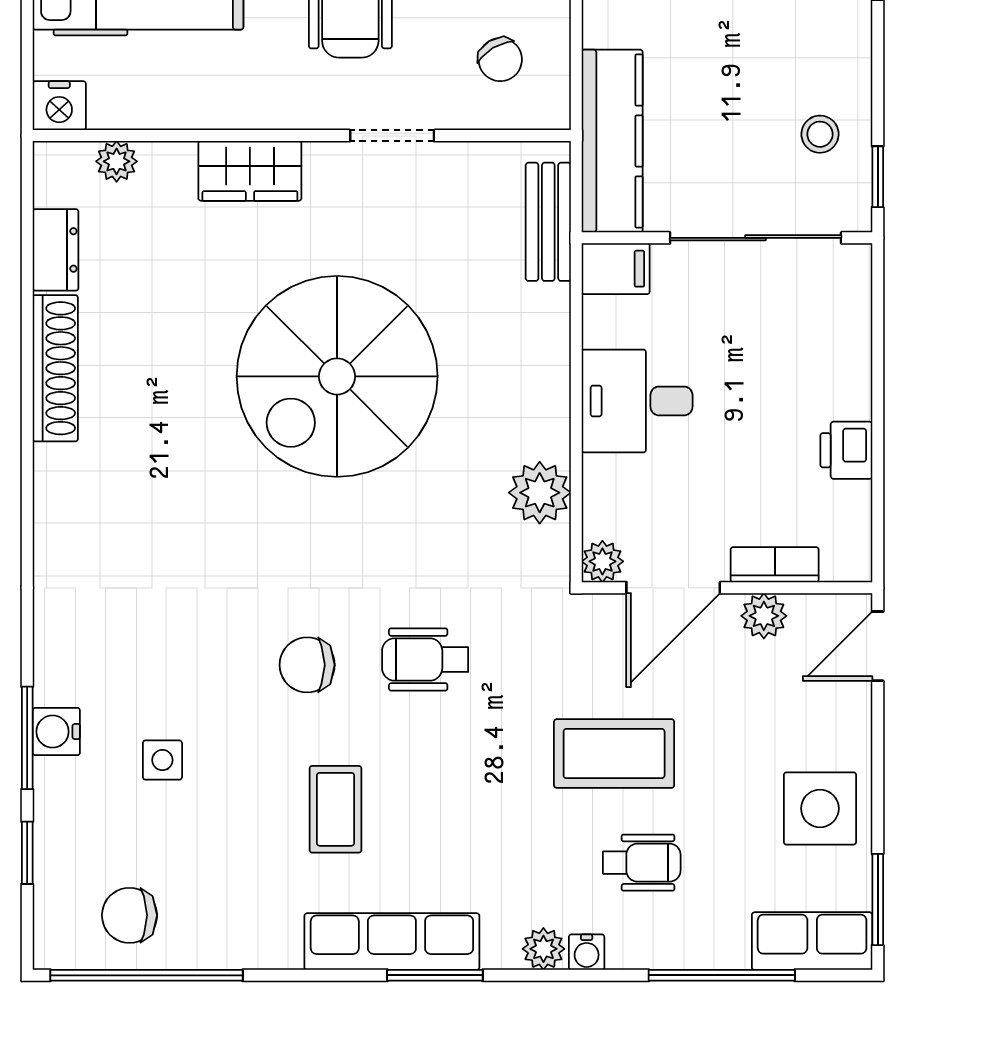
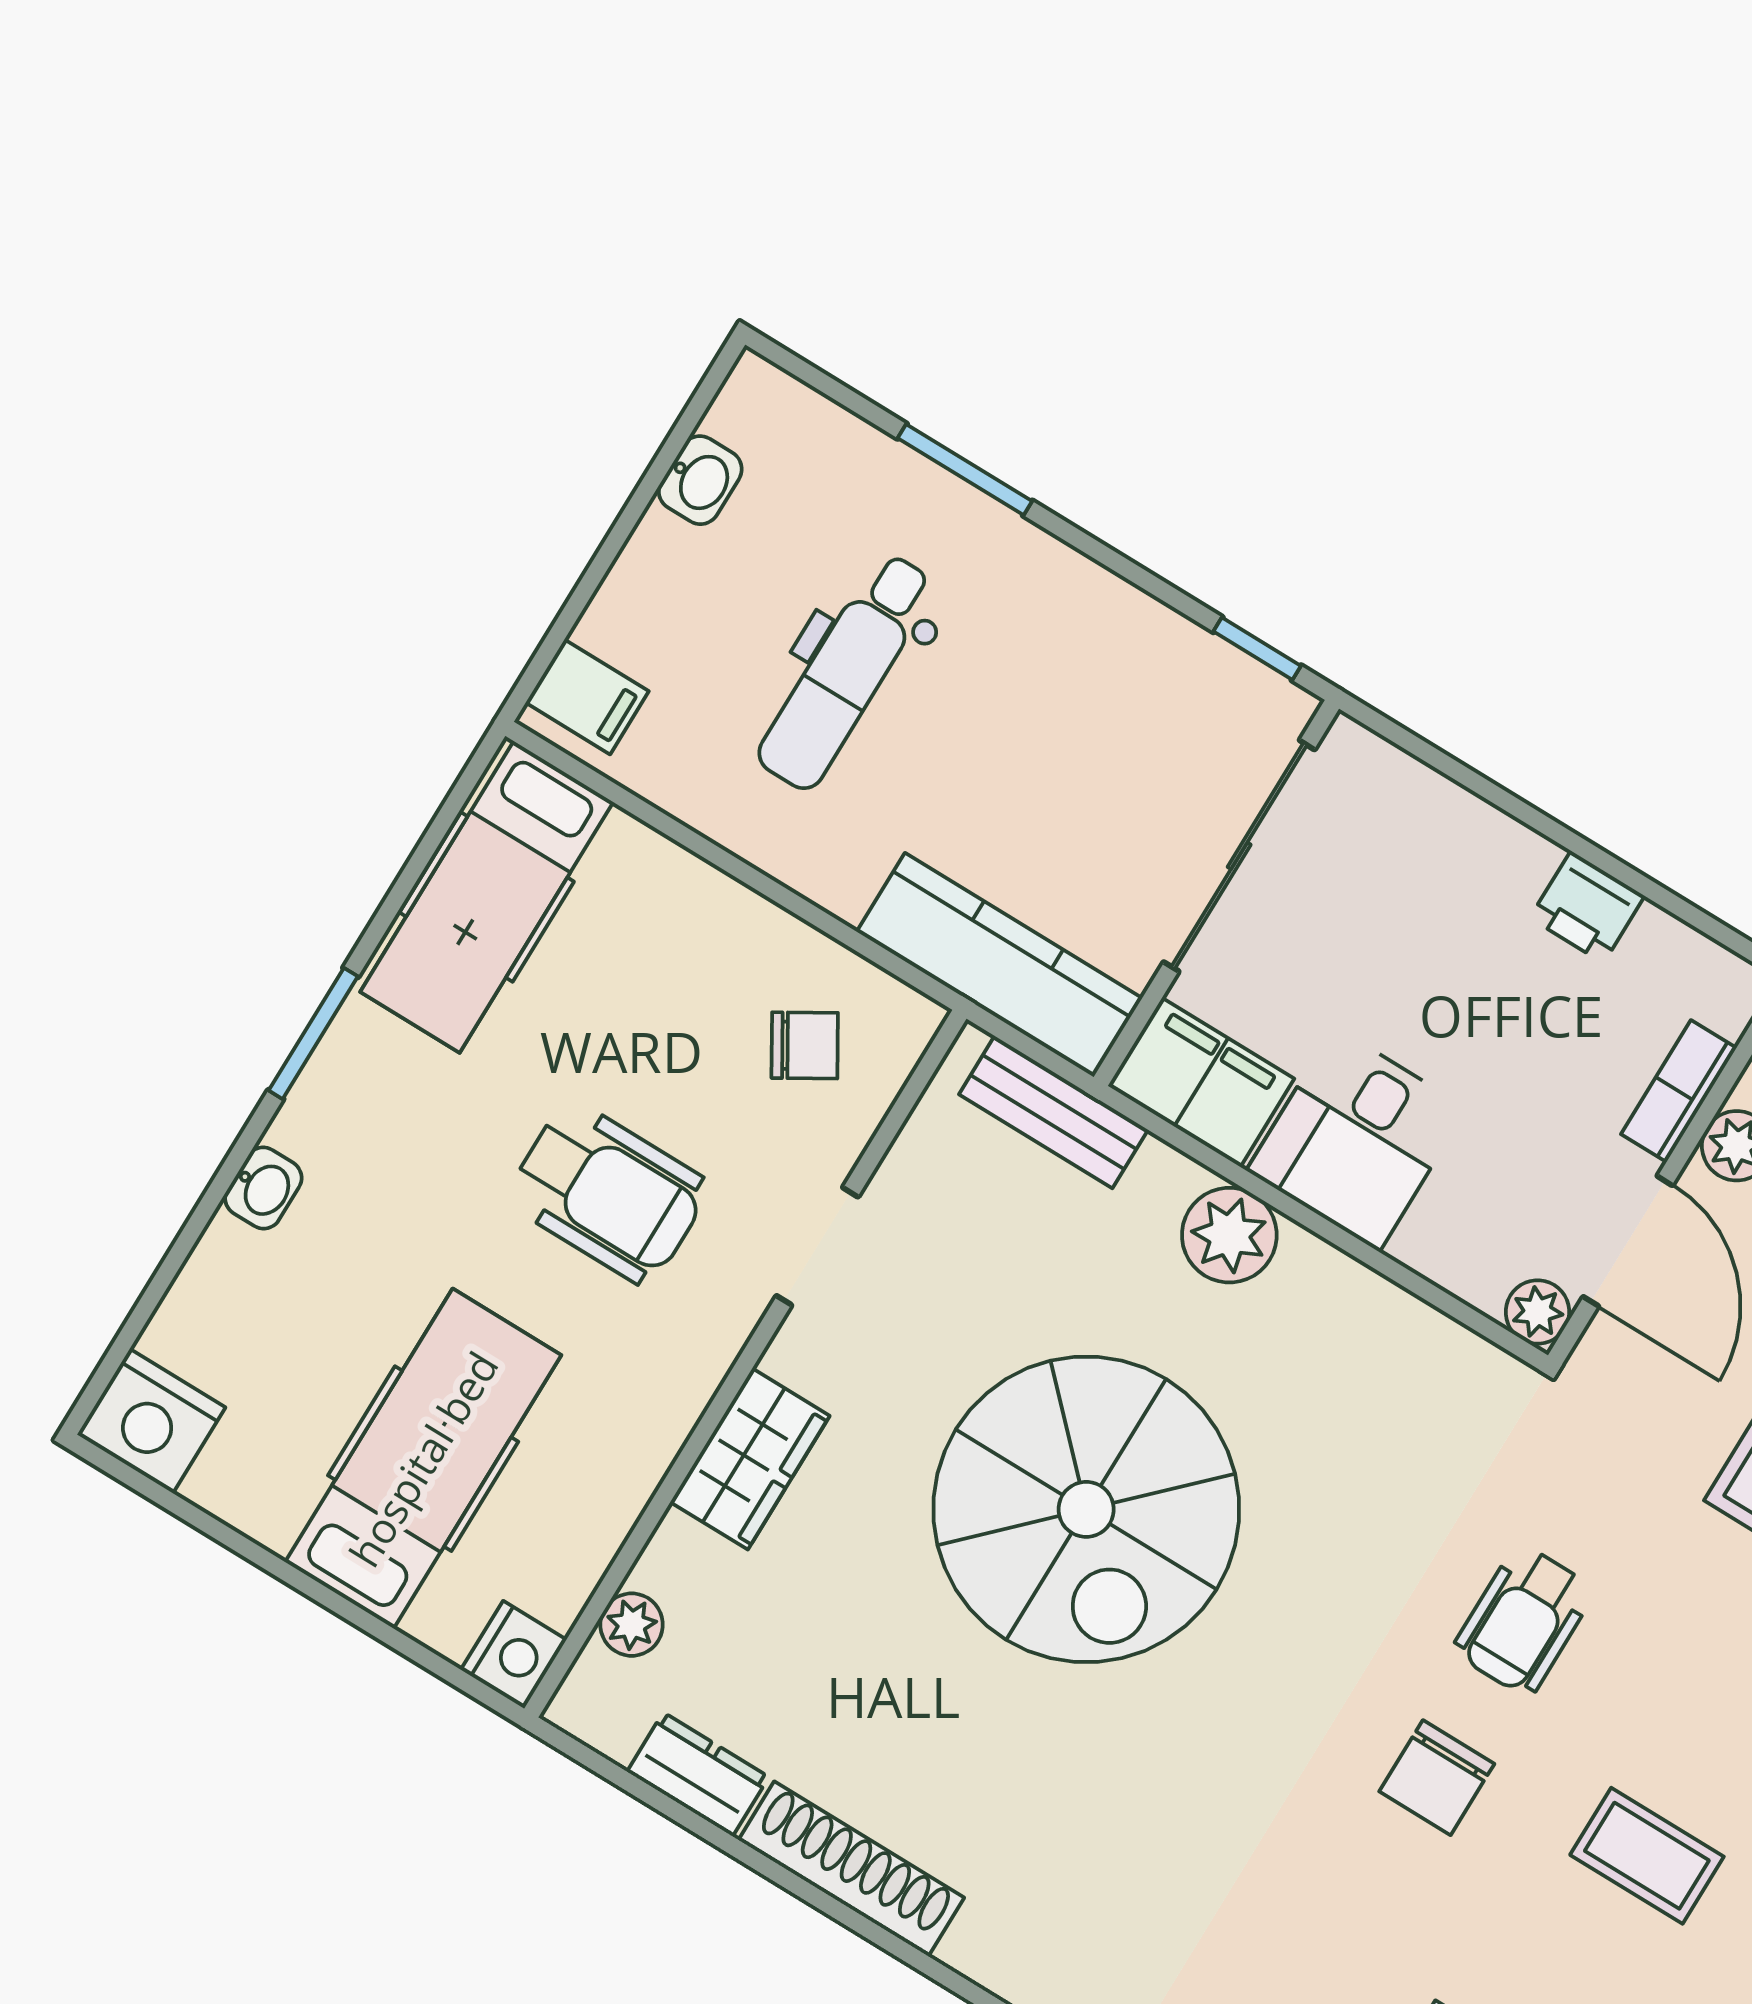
stool: (820, 134) -> (1156, 690), removed
filing cabinet: (616, 269) -> (1201, 1082), width x2.00
plant: (540, 493) -> (1229, 1235), moved

